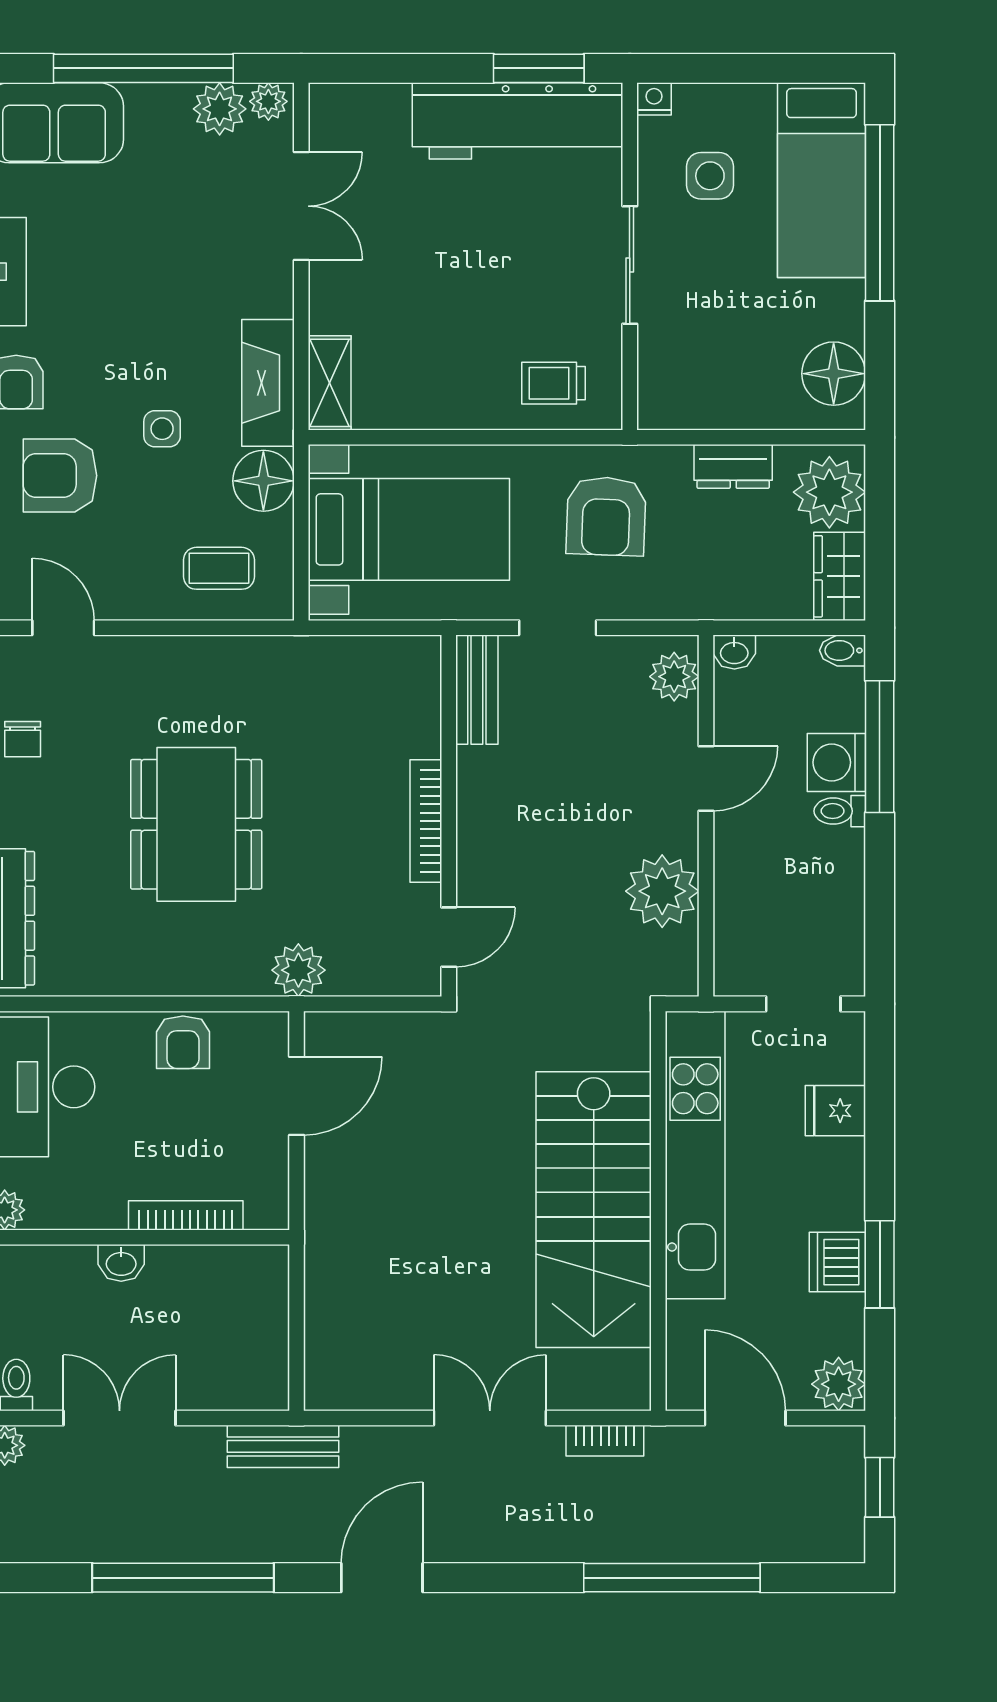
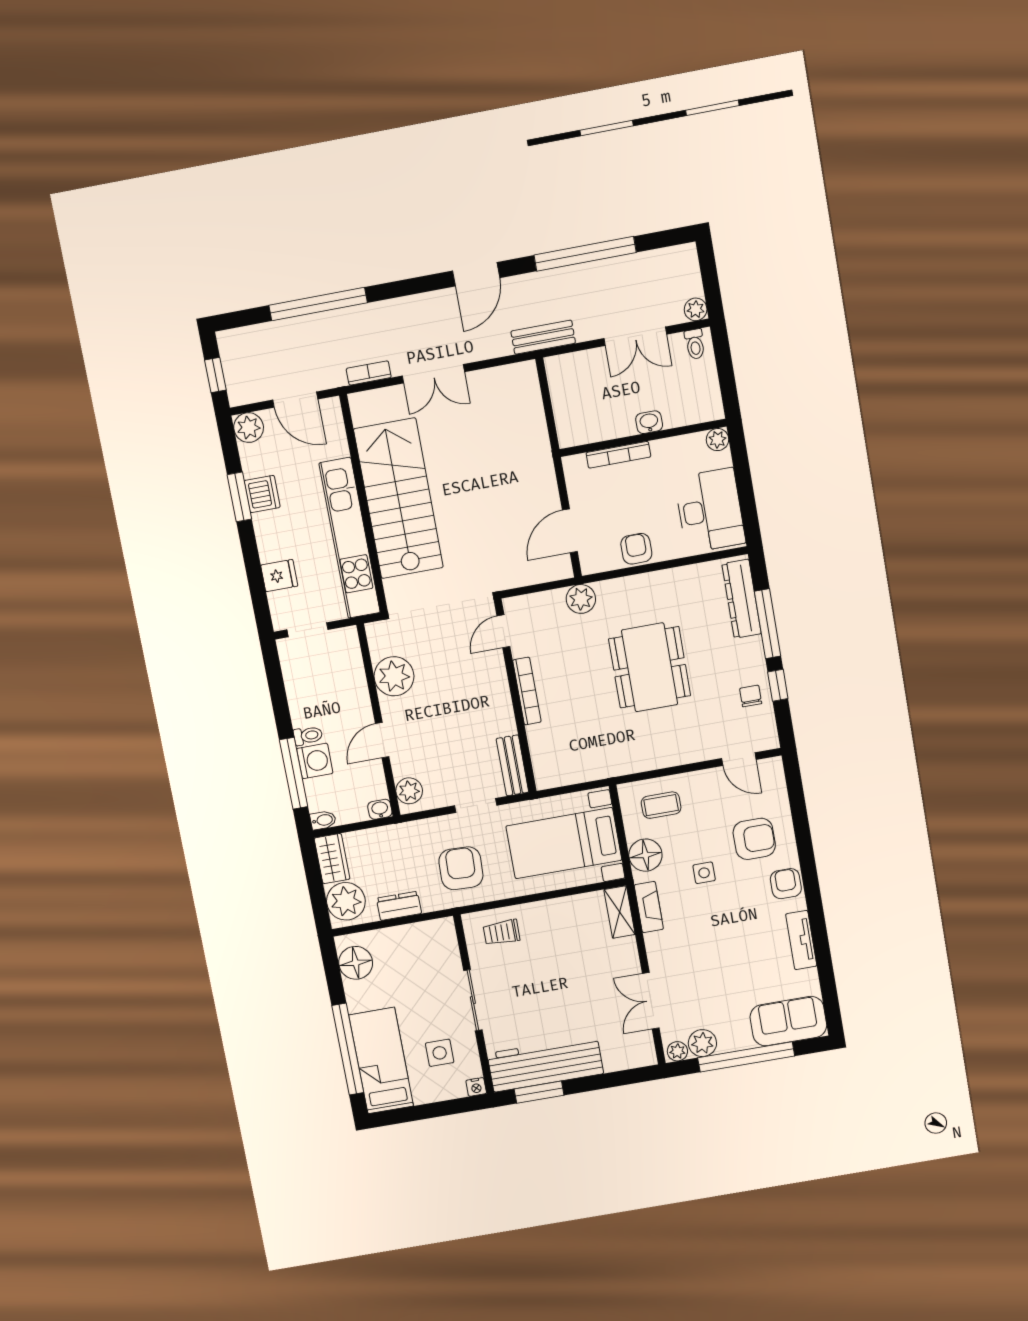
fireplace: (268, 383) -> (649, 907), width x0.73, depth x0.76
trolley: (553, 383) -> (501, 932), turned 180

